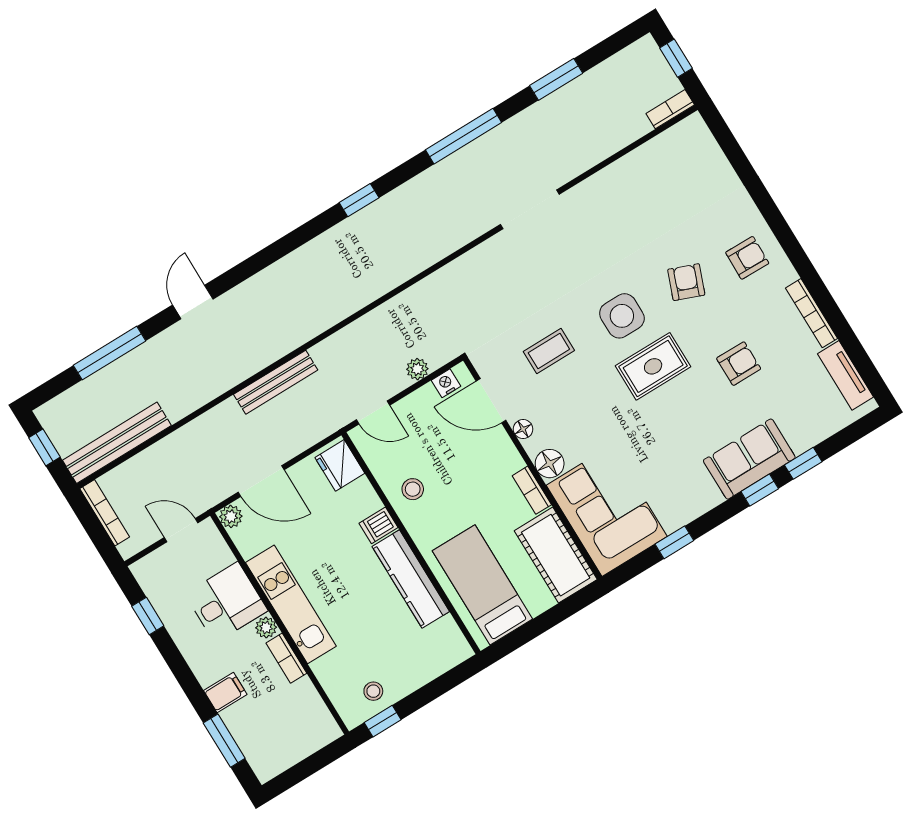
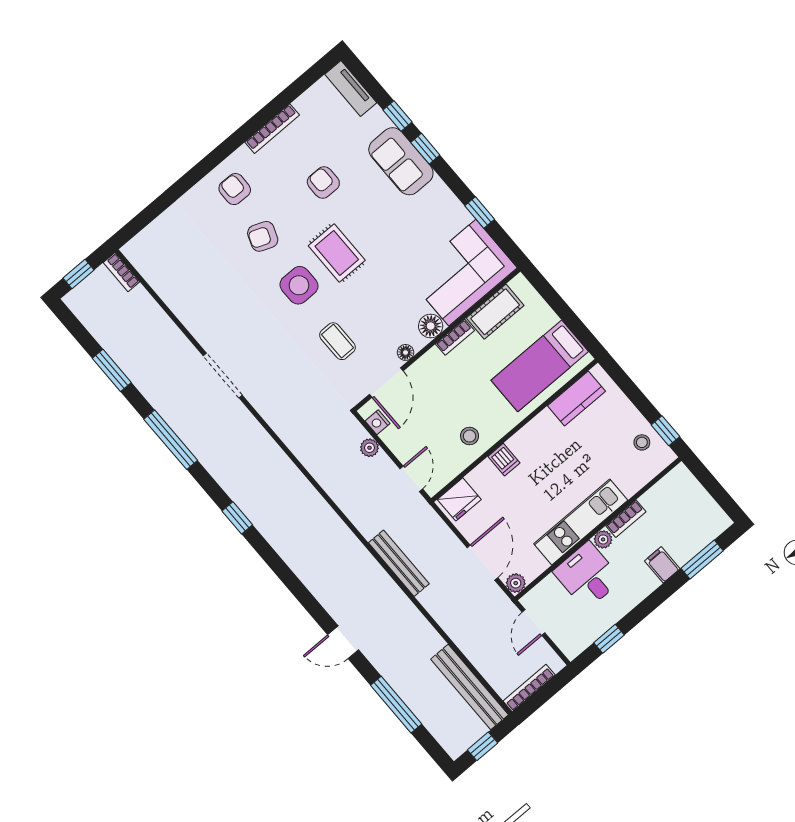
tv unit: (845, 375) -> (351, 89), moved, turned 90
cot: (556, 555) -> (495, 312), width x0.73, depth x0.75
kitchen counter: (411, 579) -> (576, 398), moved, width x0.67

